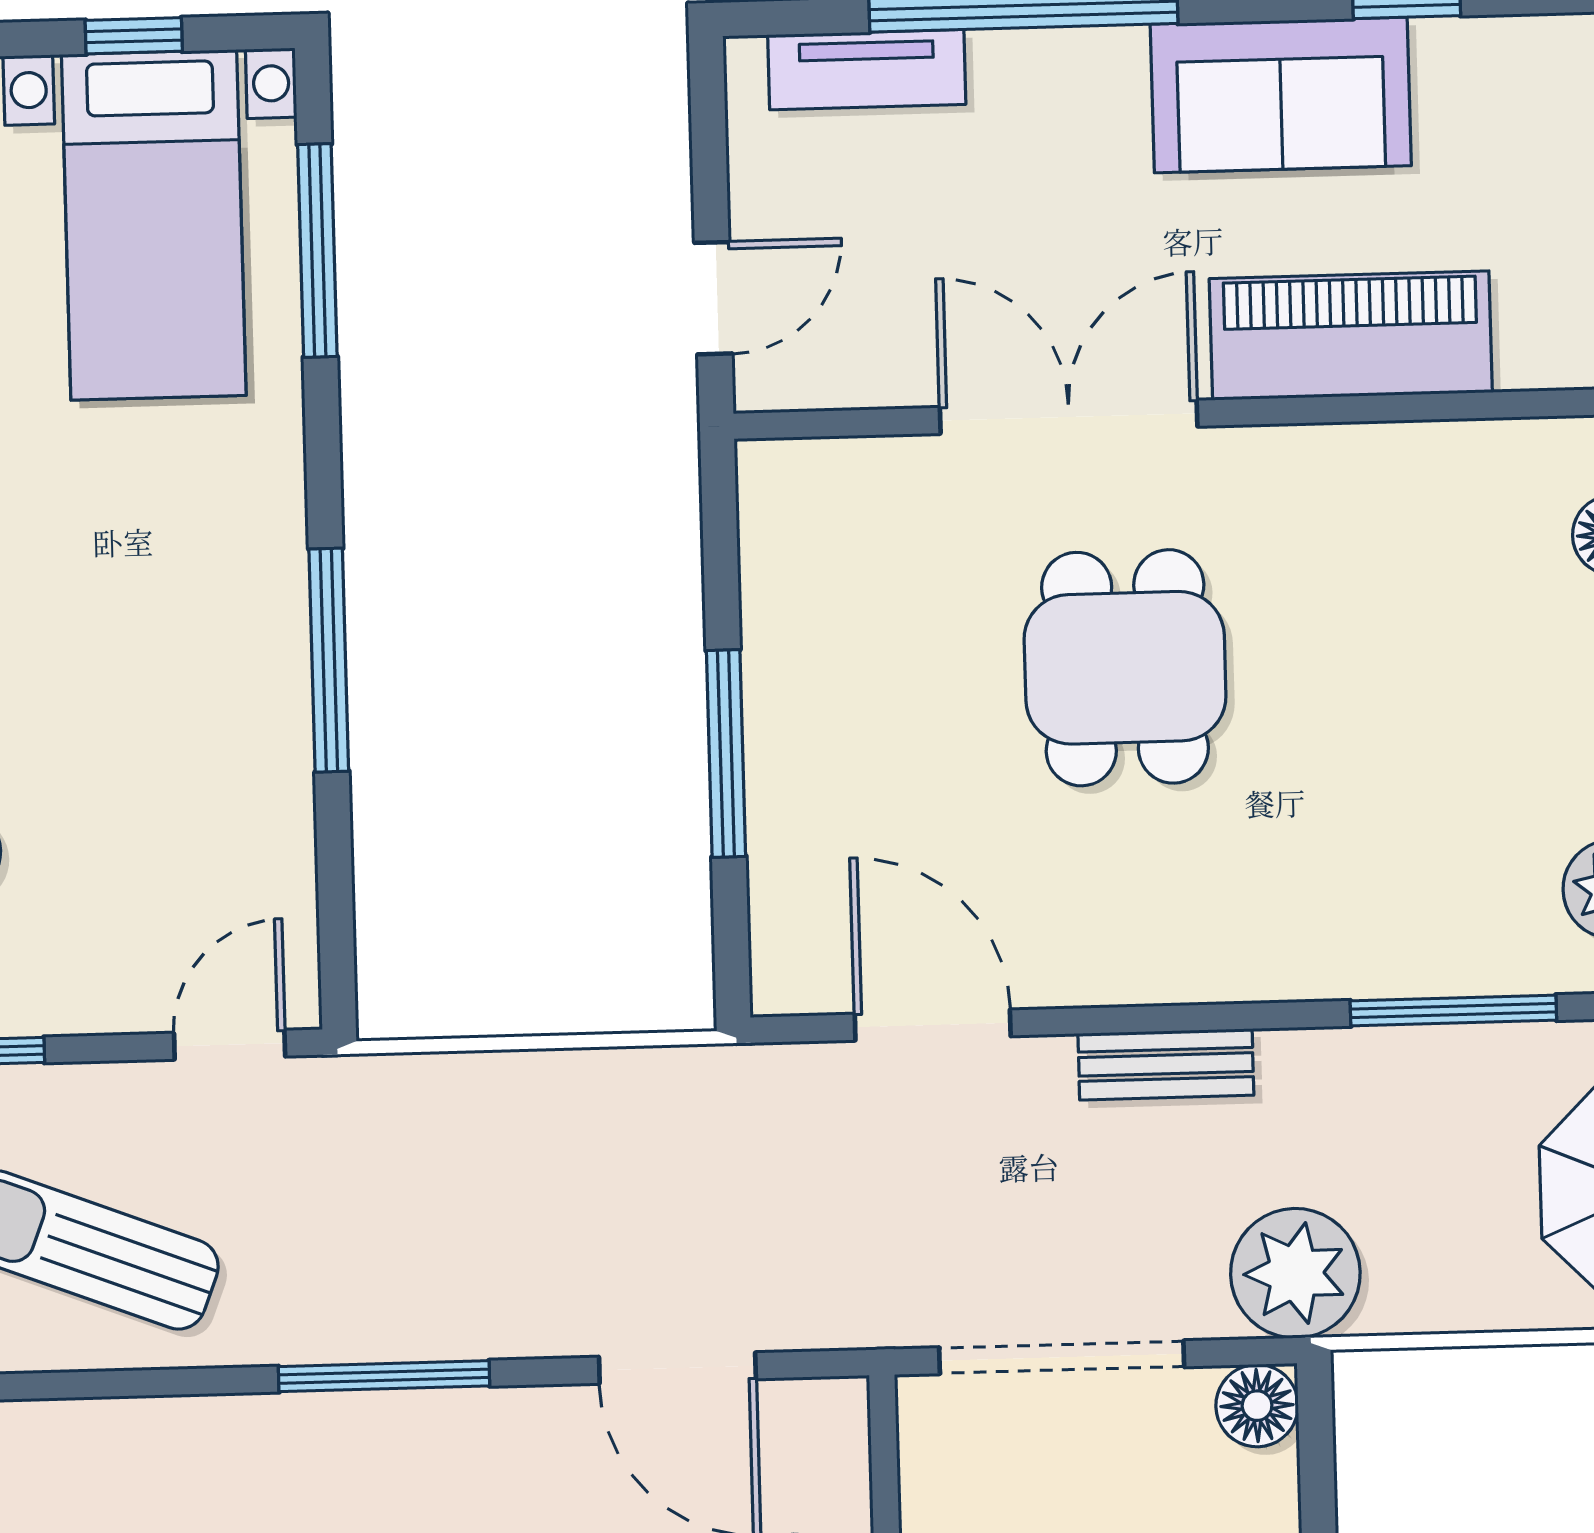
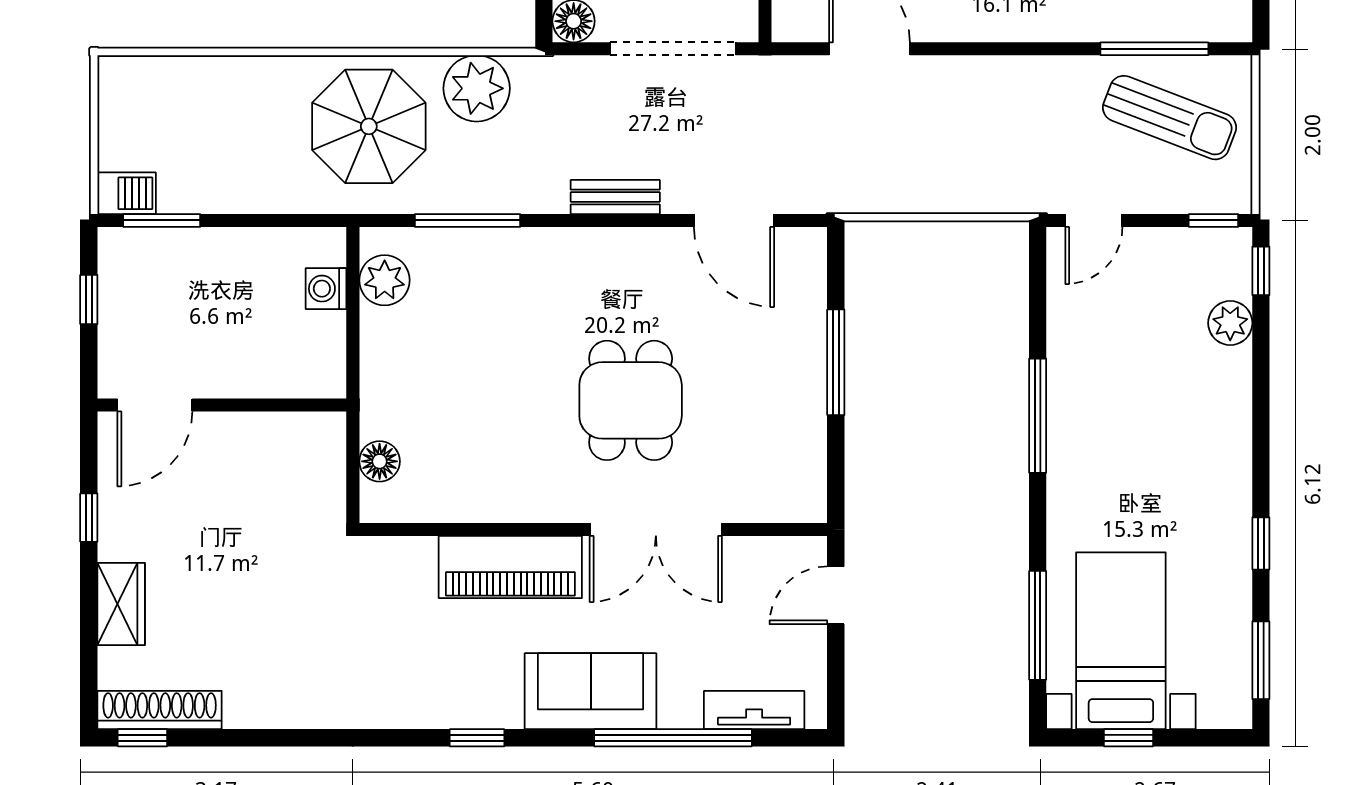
sofa: (1281, 95) -> (591, 691), moved
plant: (1295, 1273) -> (477, 88), moved
window: (384, 1376) -> (1154, 49), moved

